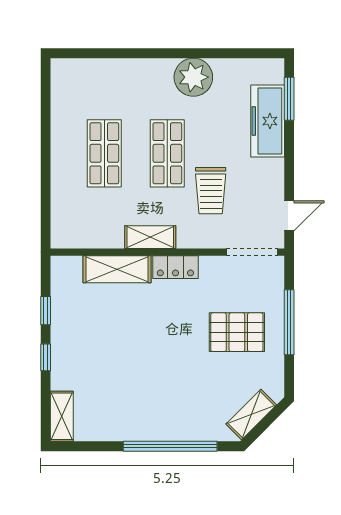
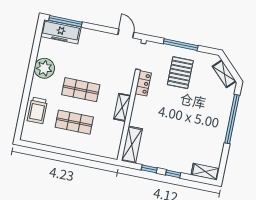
window: (289, 99) -> (65, 21), width x1.44
freezer: (268, 121) -> (61, 32), moved
trolley: (211, 191) -> (37, 110), moved, turned 90
locker: (175, 267) -> (143, 83), moved
shelving: (117, 269) -> (132, 145), moved

